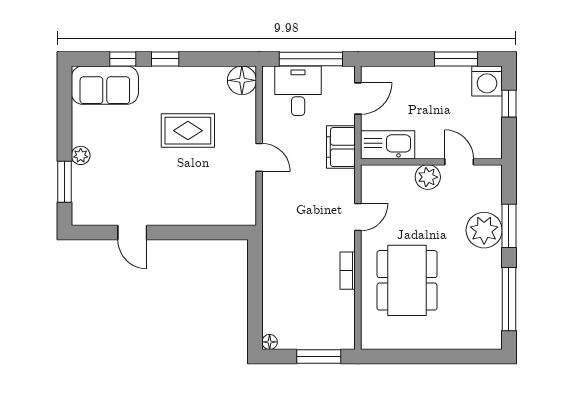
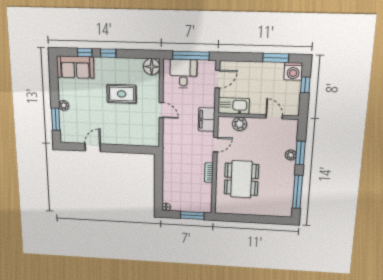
filing cabinet: (341, 147) -> (207, 119), moved
plant: (428, 177) -> (239, 124), moved
plant: (484, 230) -> (291, 155), width x0.53, depth x0.53
door: (132, 233) -> (93, 147), swing flipped

